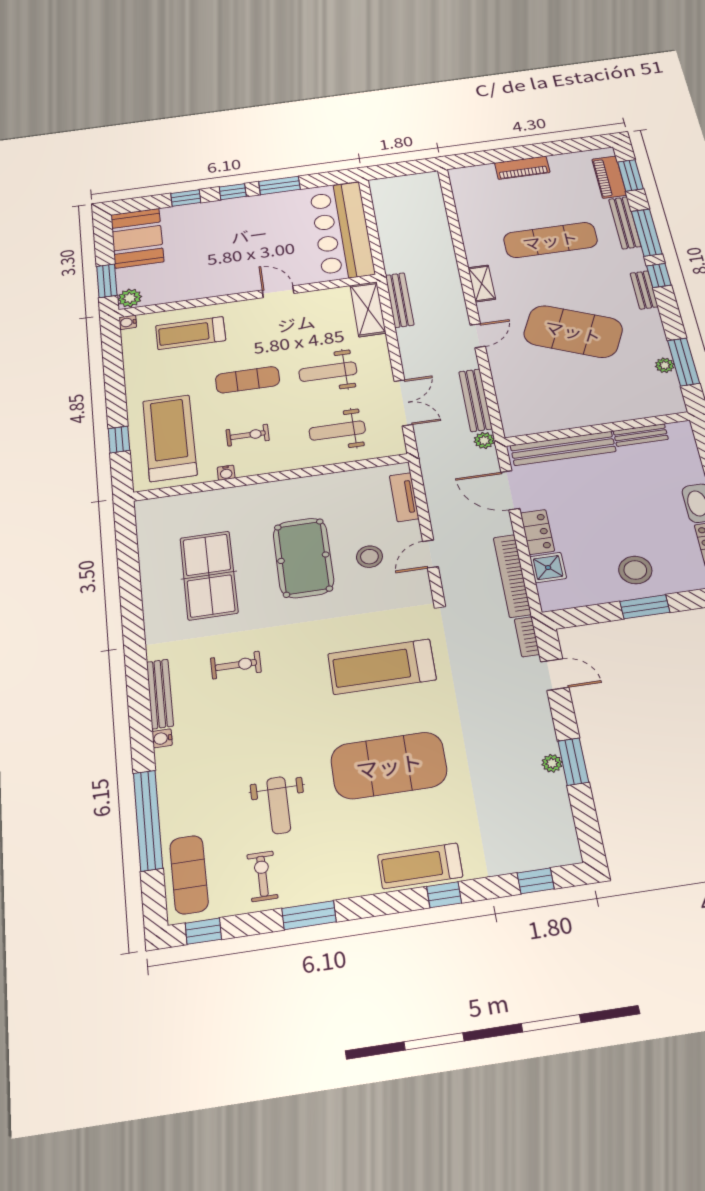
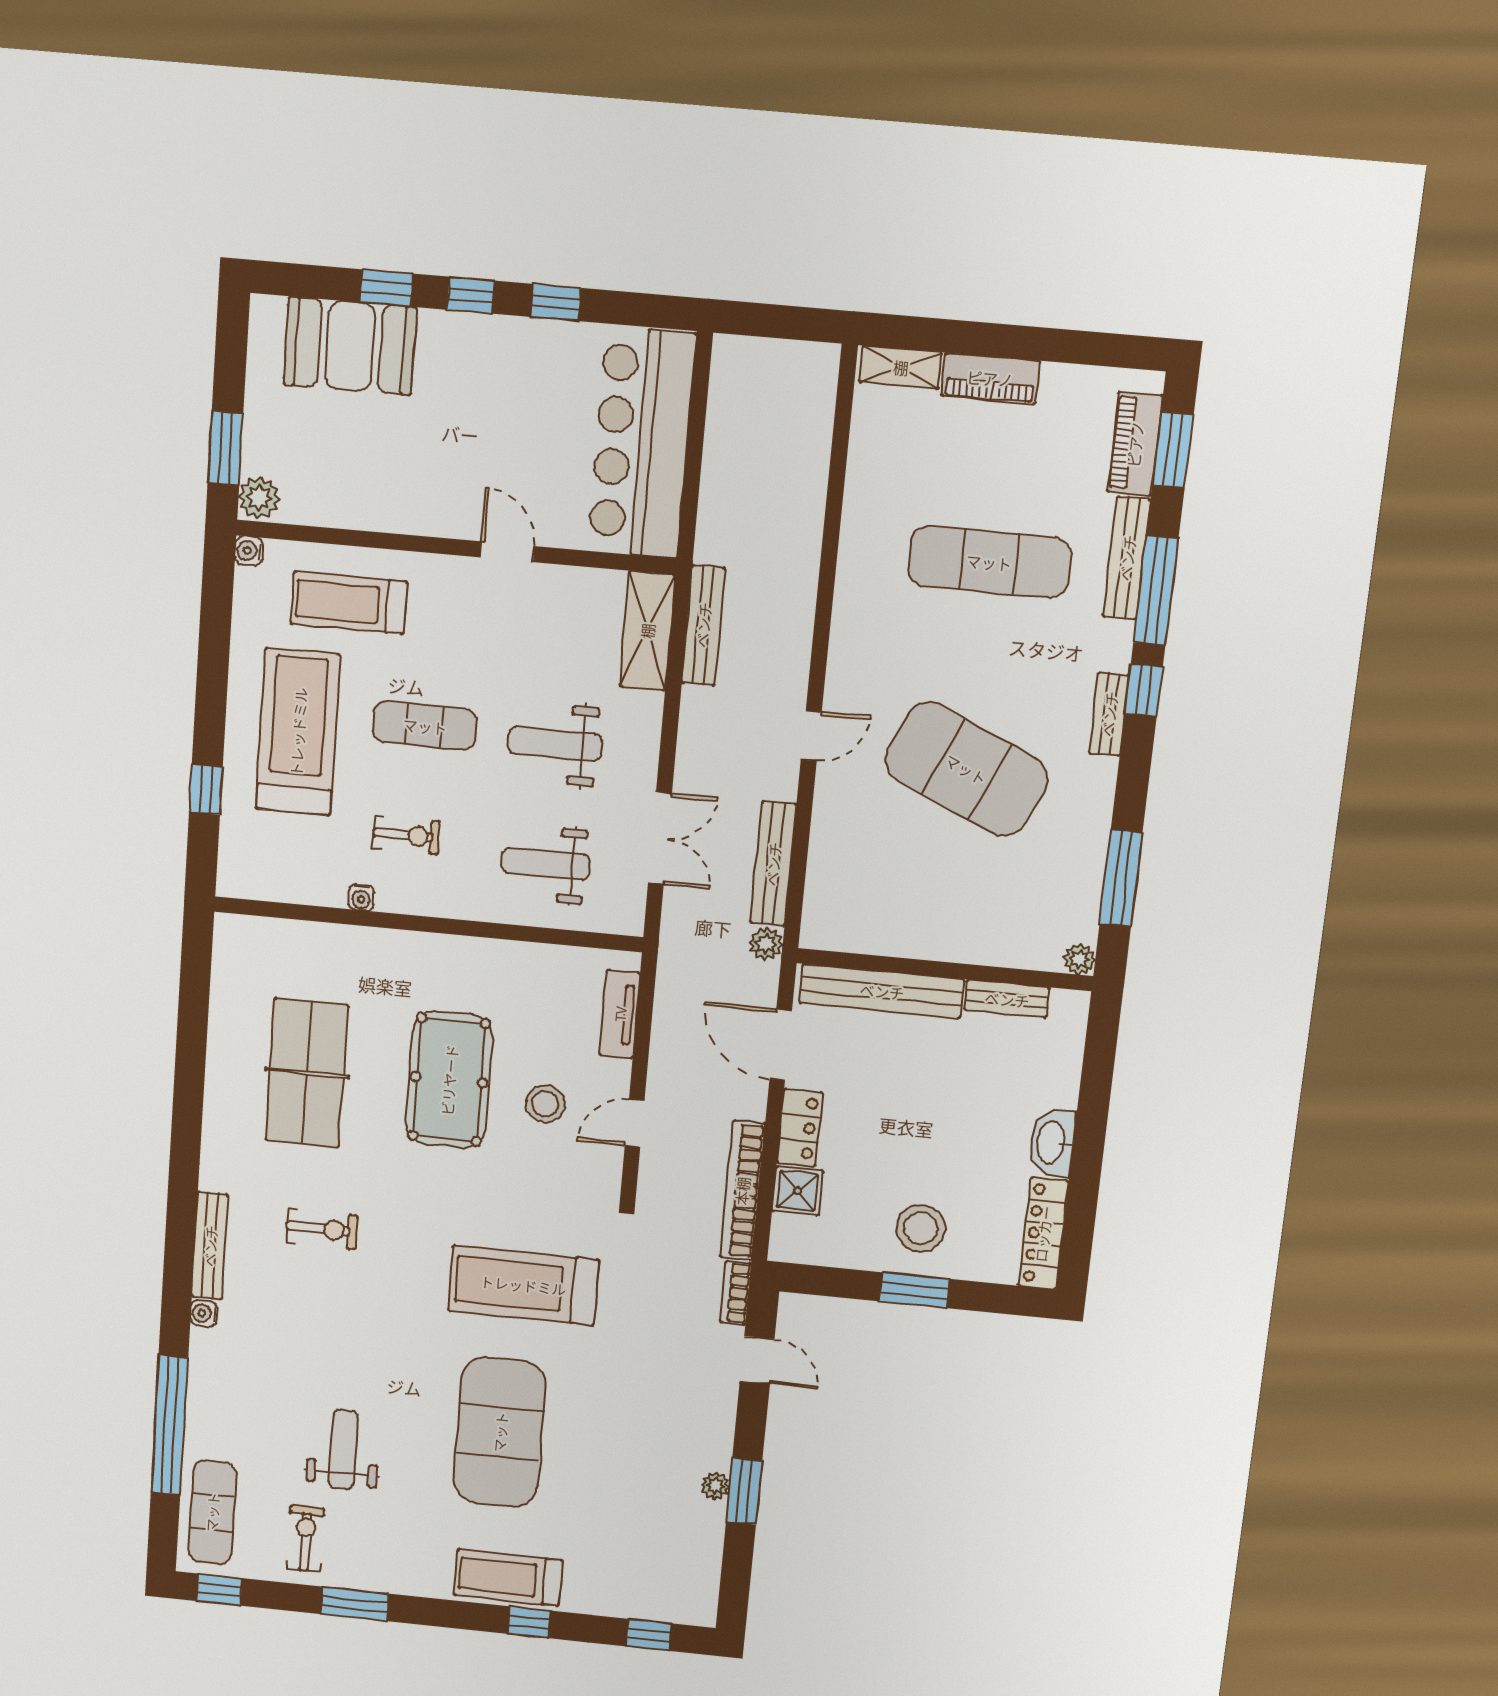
window: (279, 185) -> (556, 302), width x0.67
booth: (137, 238) -> (350, 346), moved, turned 90
shelving: (482, 283) -> (901, 367), moved, turned 90
plant: (665, 365) -> (1079, 959), moved
treadmill: (170, 438) -> (298, 732), moved
exercise mat: (389, 765) -> (500, 1432), turned 90
weight bench: (279, 805) -> (343, 1449), turned 180

